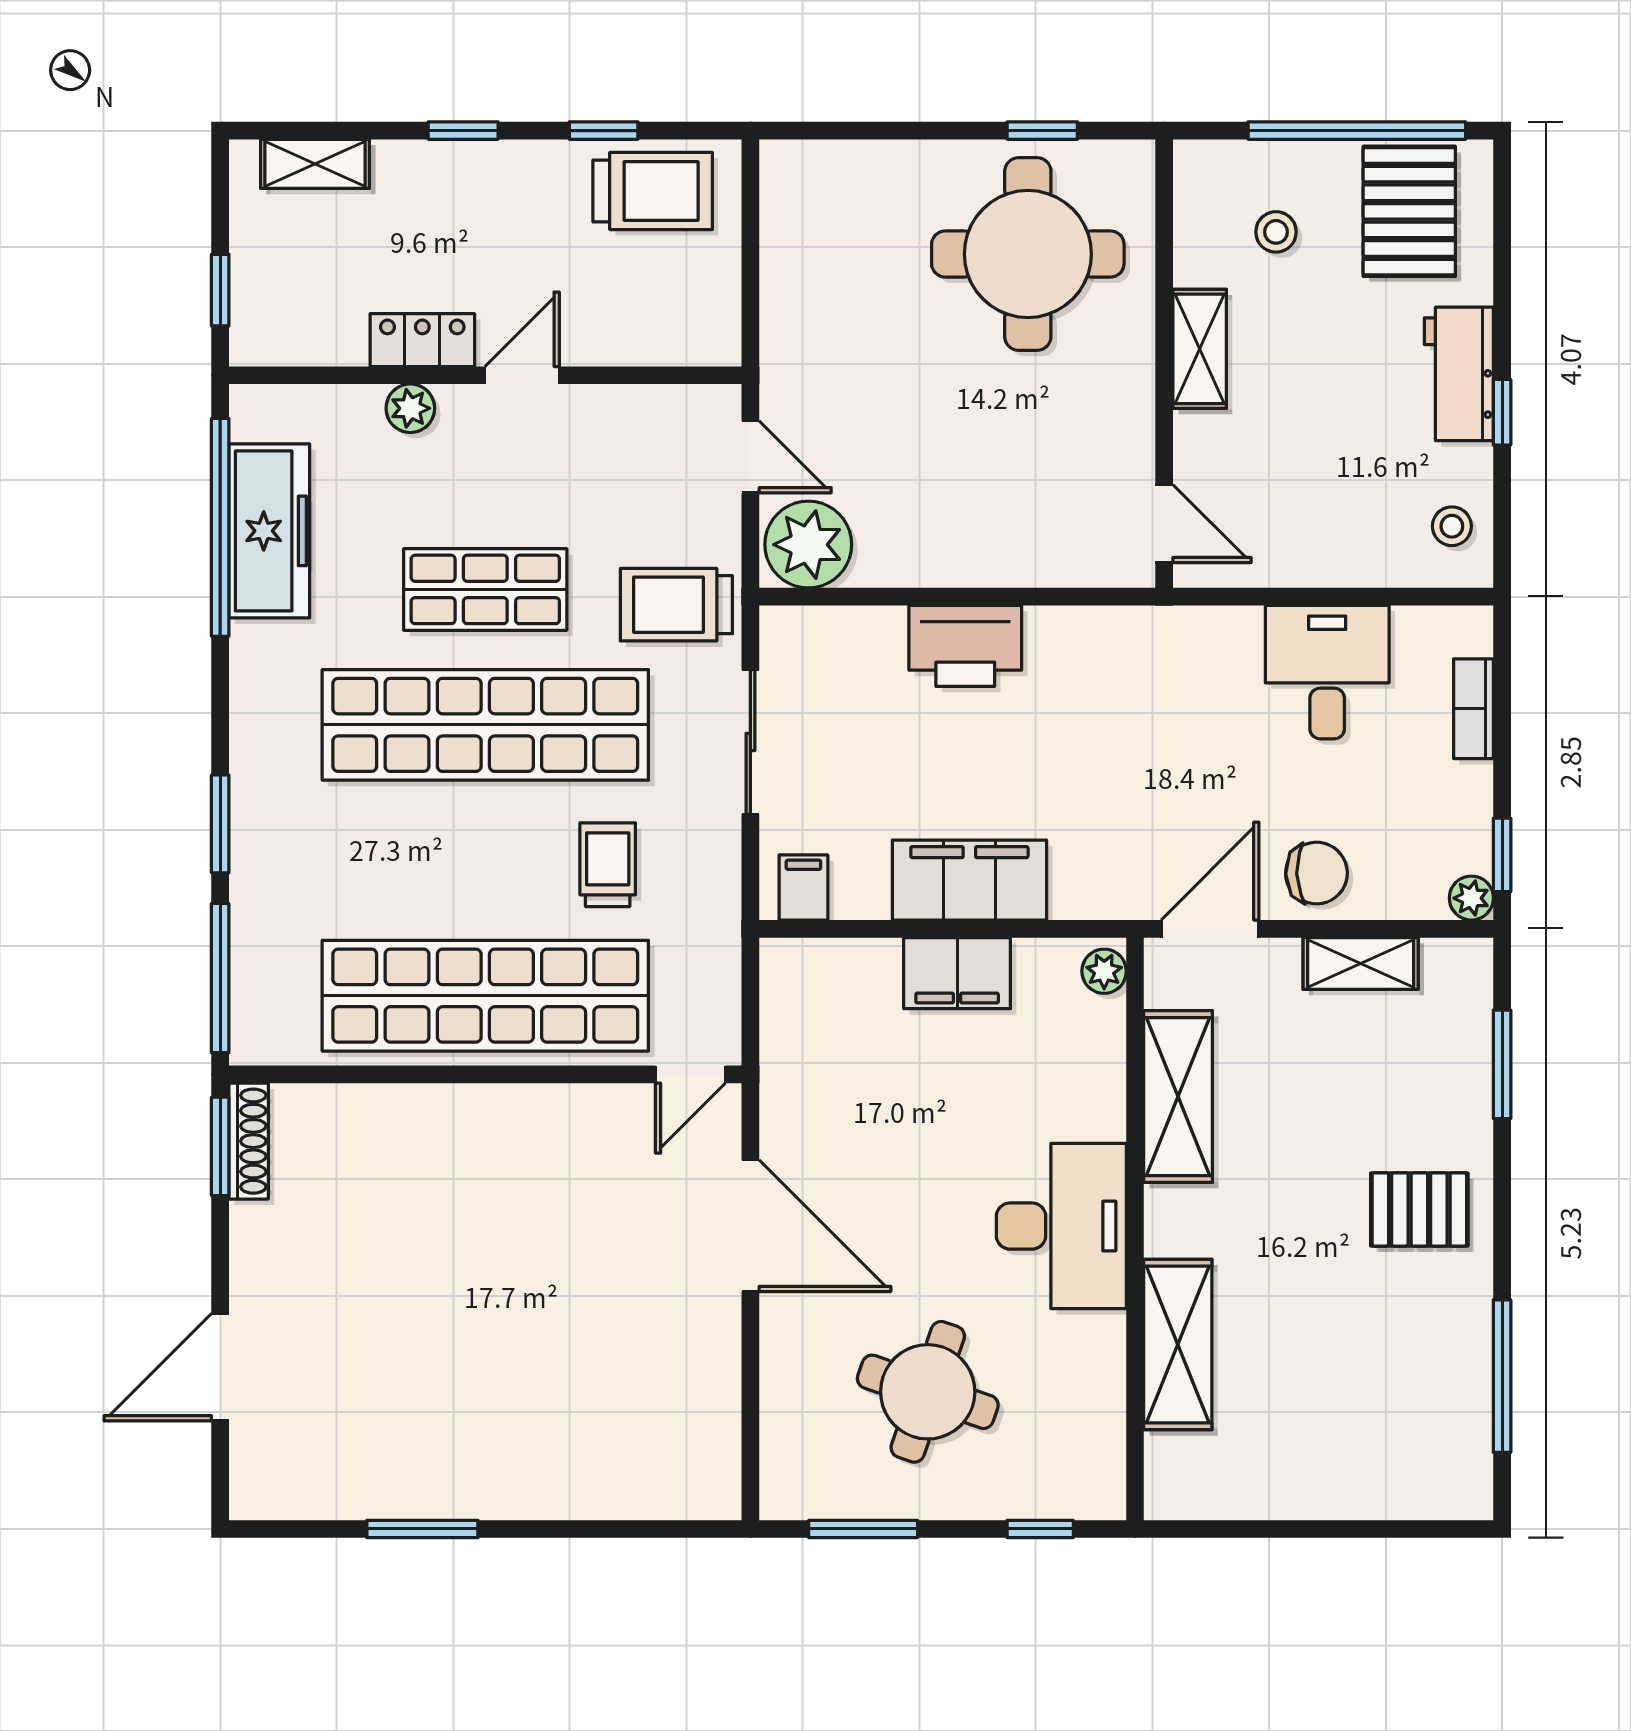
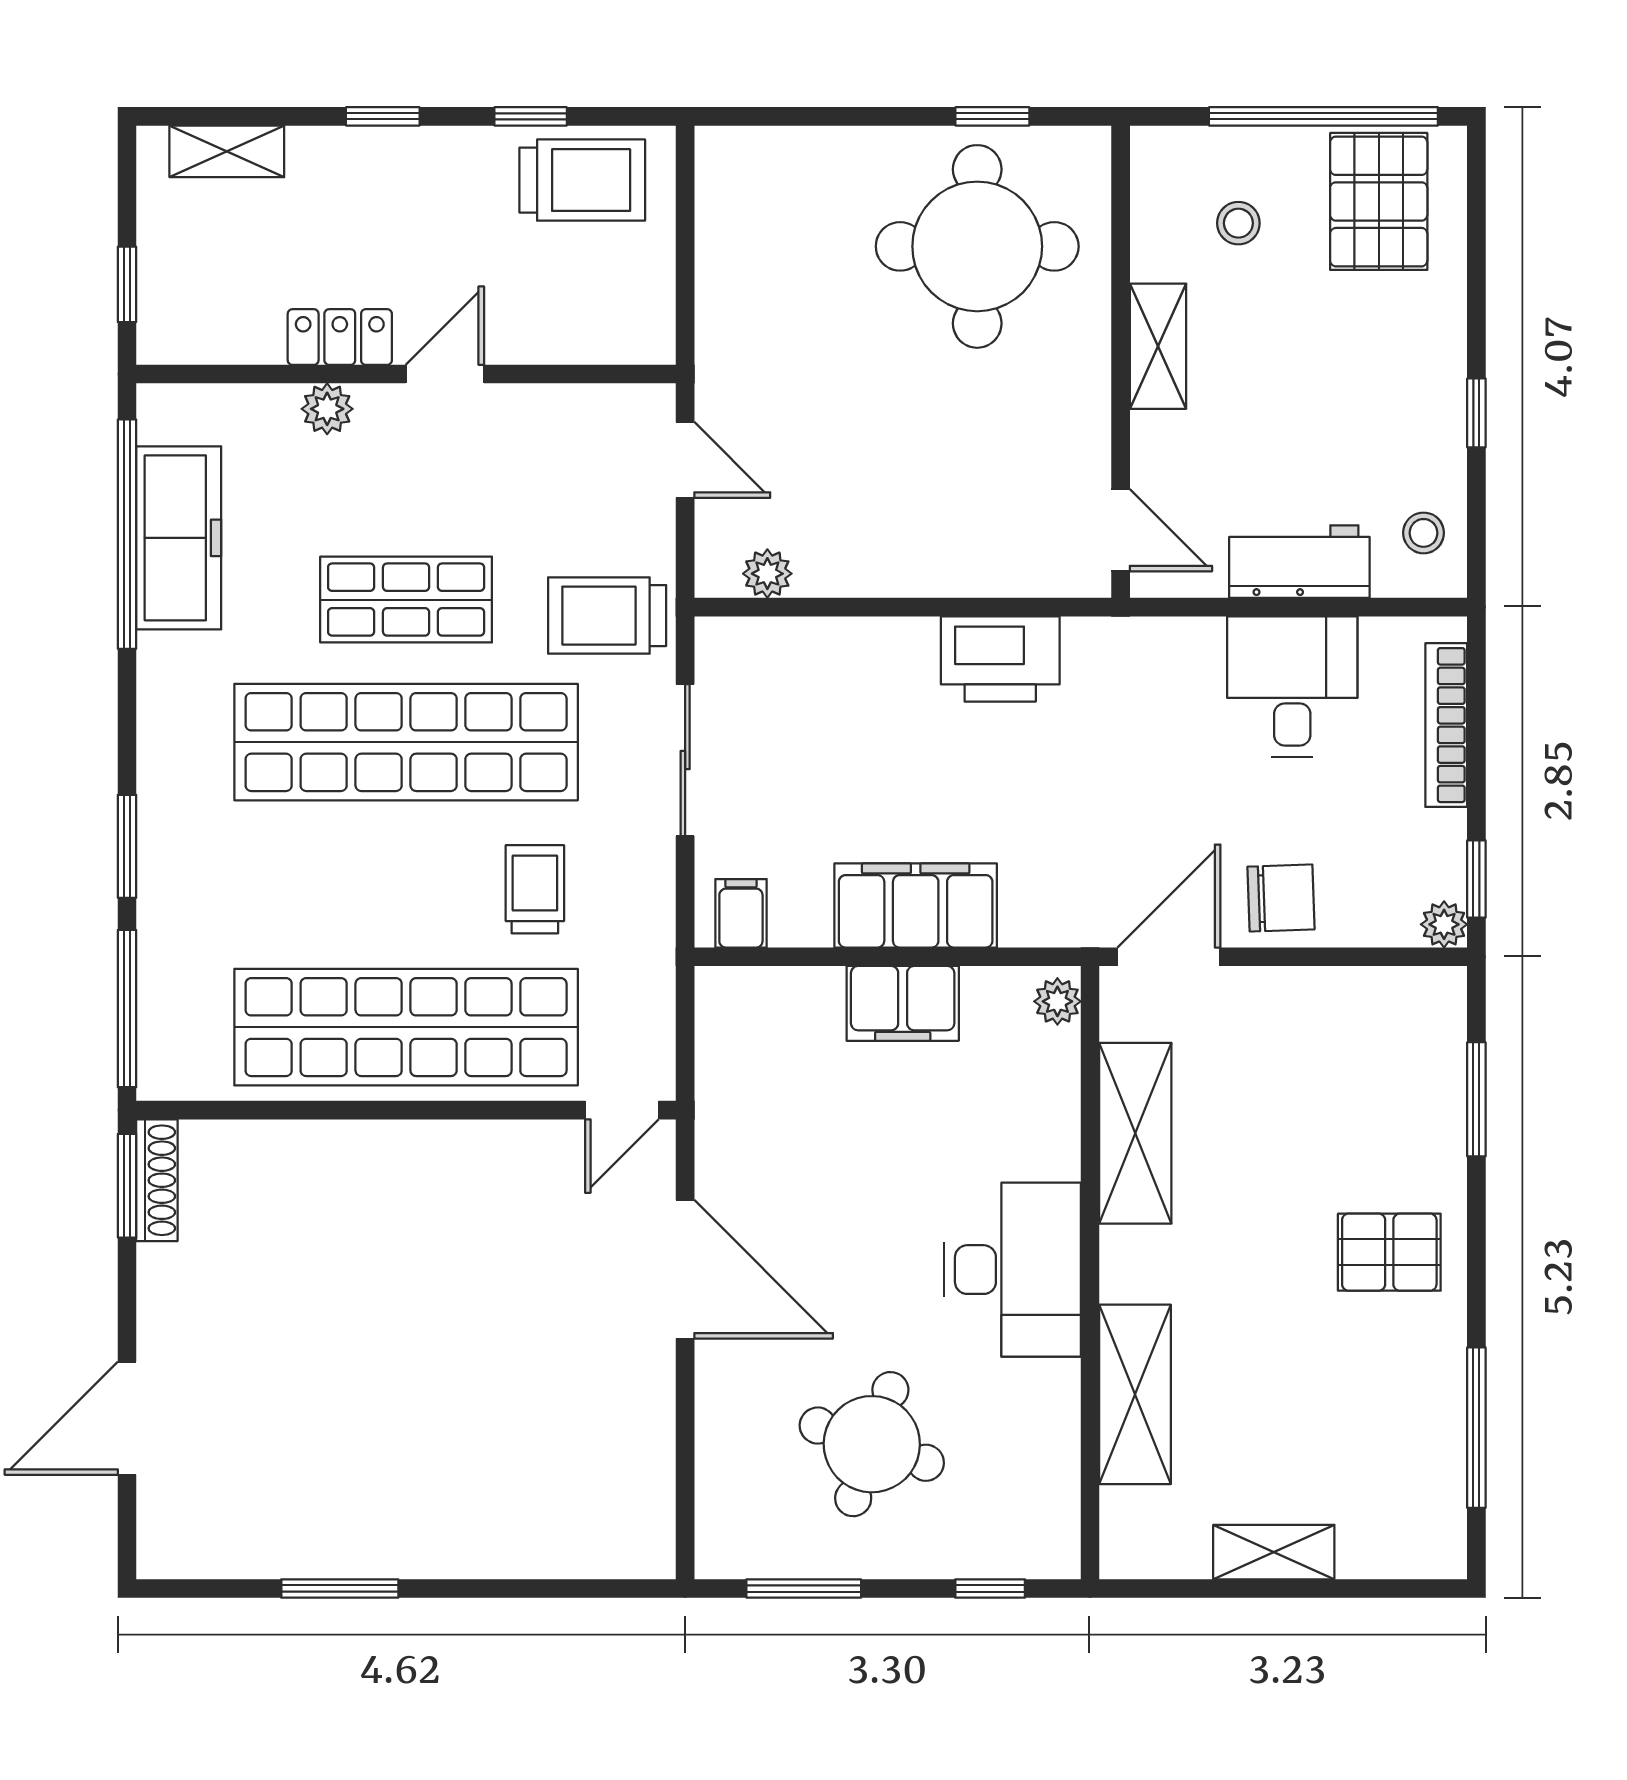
workbench: (1459, 374) -> (1299, 562), moved, turned 90
plant: (808, 545) -> (767, 574), width x0.53, depth x0.53
printer: (965, 646) -> (1000, 659), moved
bookcase: (1473, 709) -> (1446, 725), width x1.56
shelving: (1361, 963) -> (1274, 1552), moved

